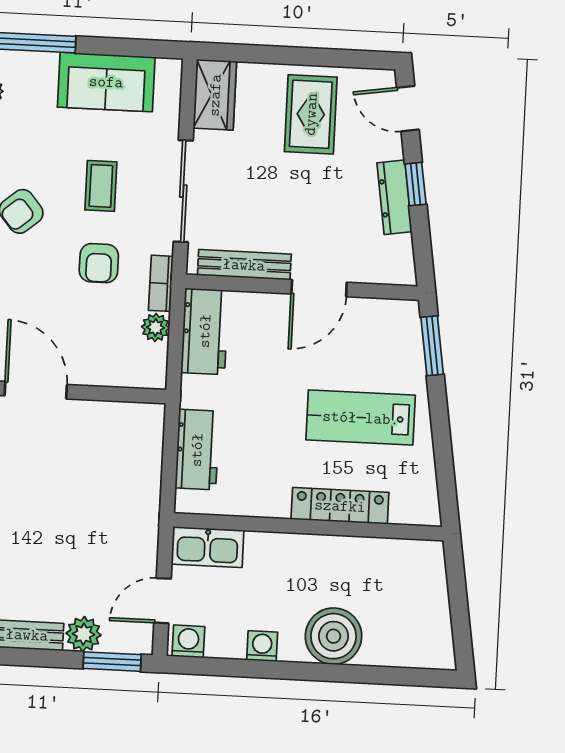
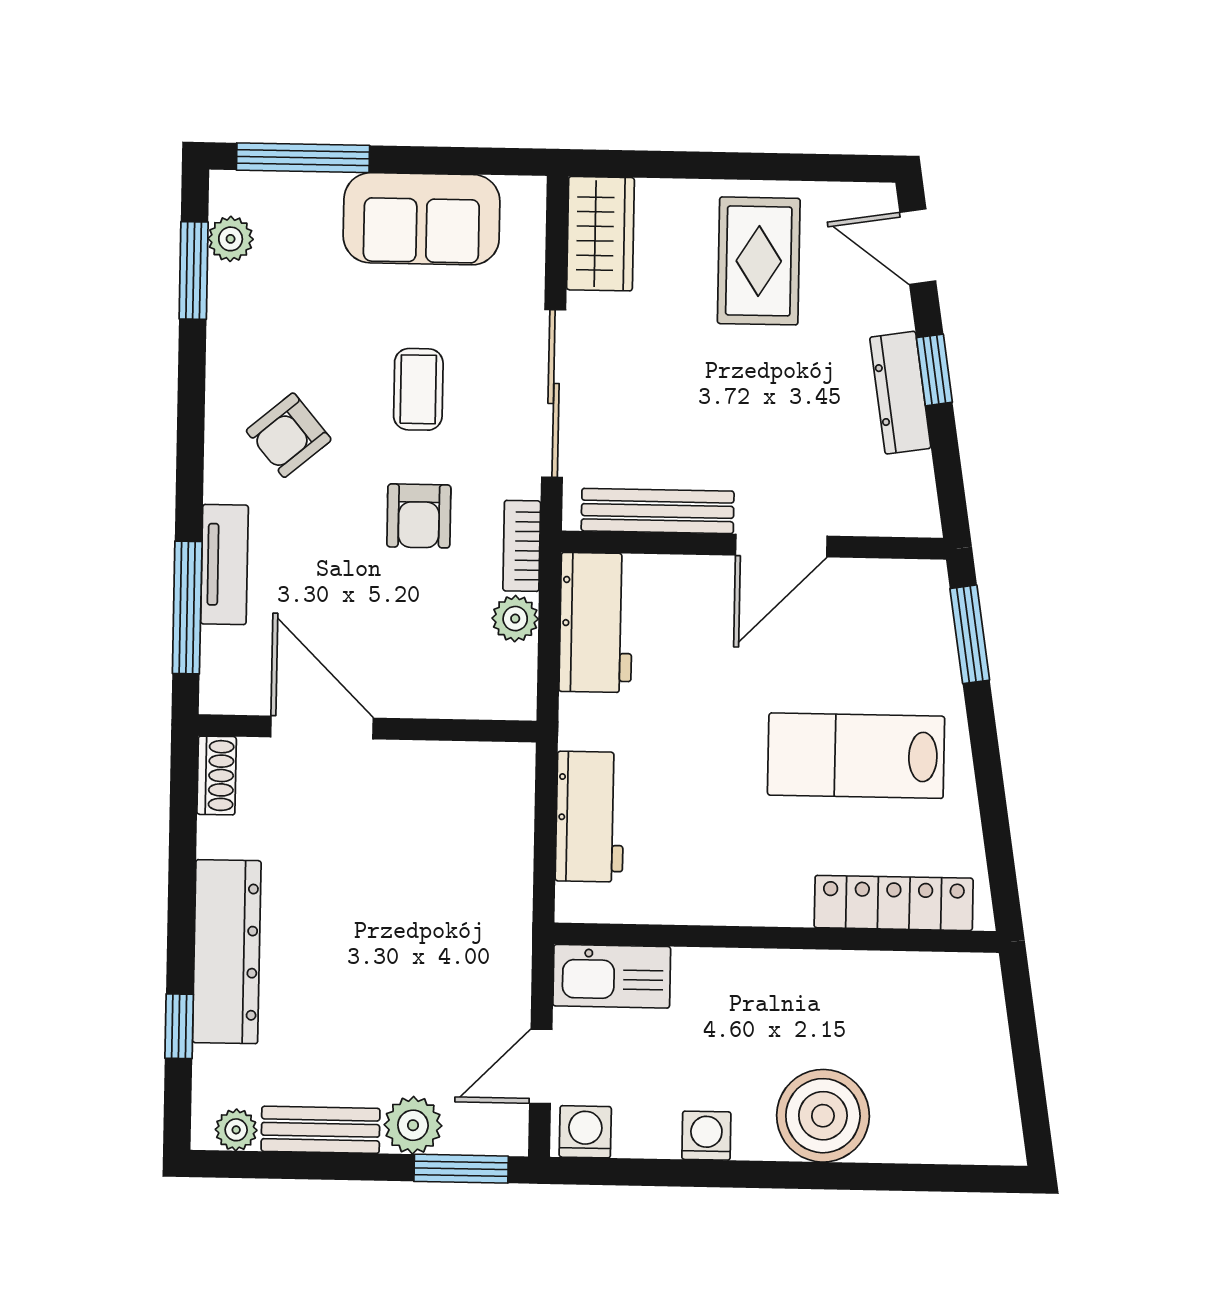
locker: (340, 506) -> (894, 903), moved

